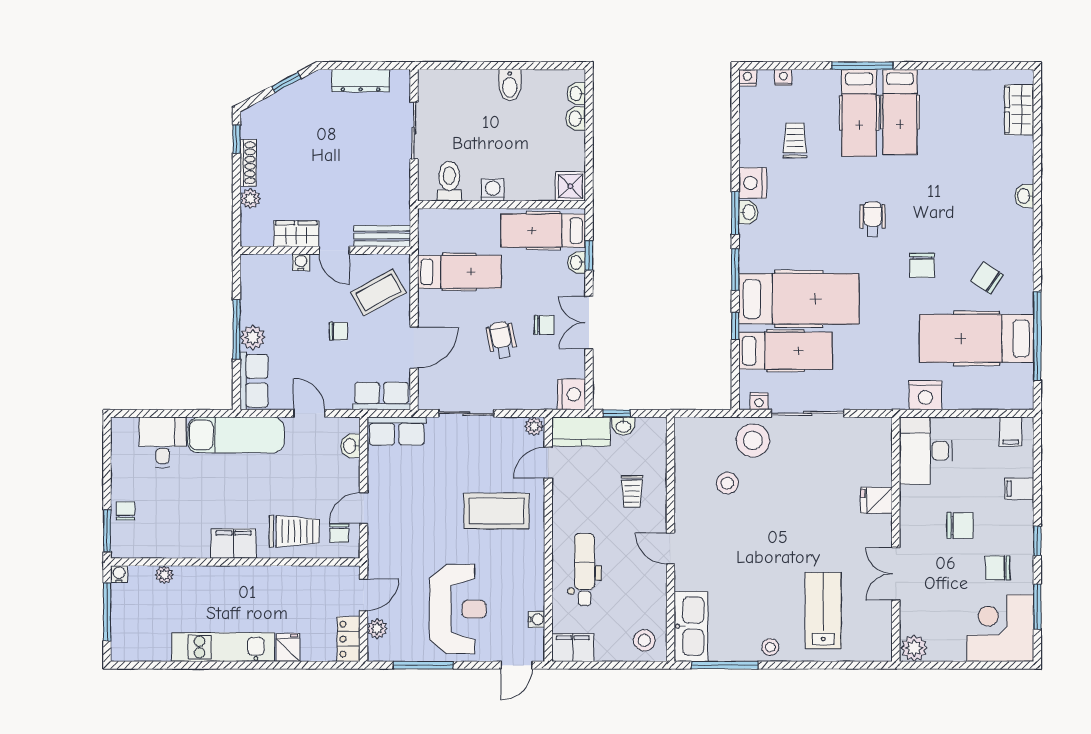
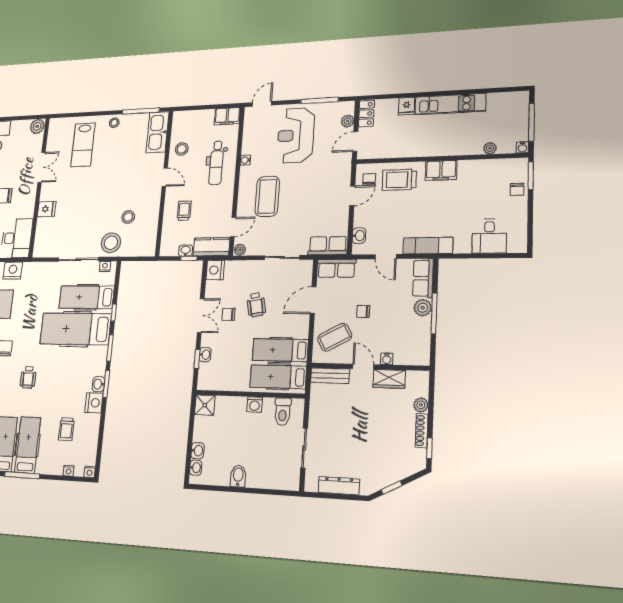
hospital bed: (543, 231) -> (278, 377), moved, turned 180
exam couch: (236, 435) -> (428, 246), width x0.73, depth x0.69
coffee table: (496, 511) -> (267, 196), turned 90
water cooler: (536, 619) -> (245, 160), moved
stool: (644, 640) -> (182, 149), moved

